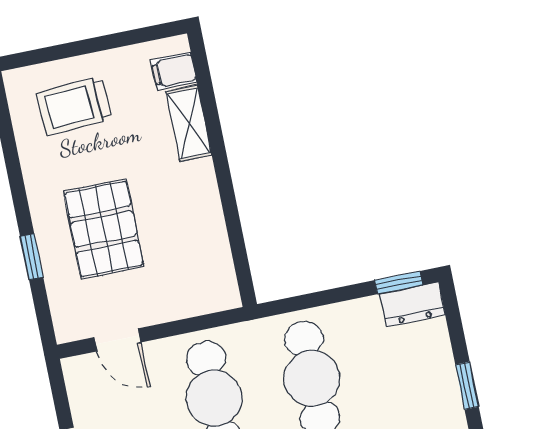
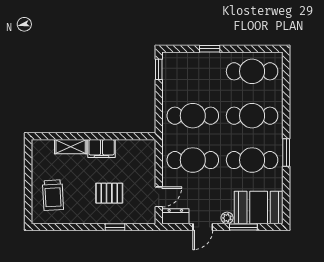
filing cabinet: (174, 71) -> (102, 149), moved, width x2.00
pallet: (104, 229) -> (109, 193), width x0.67, depth x0.71
dresser: (412, 304) -> (175, 216), moved, turned -90

